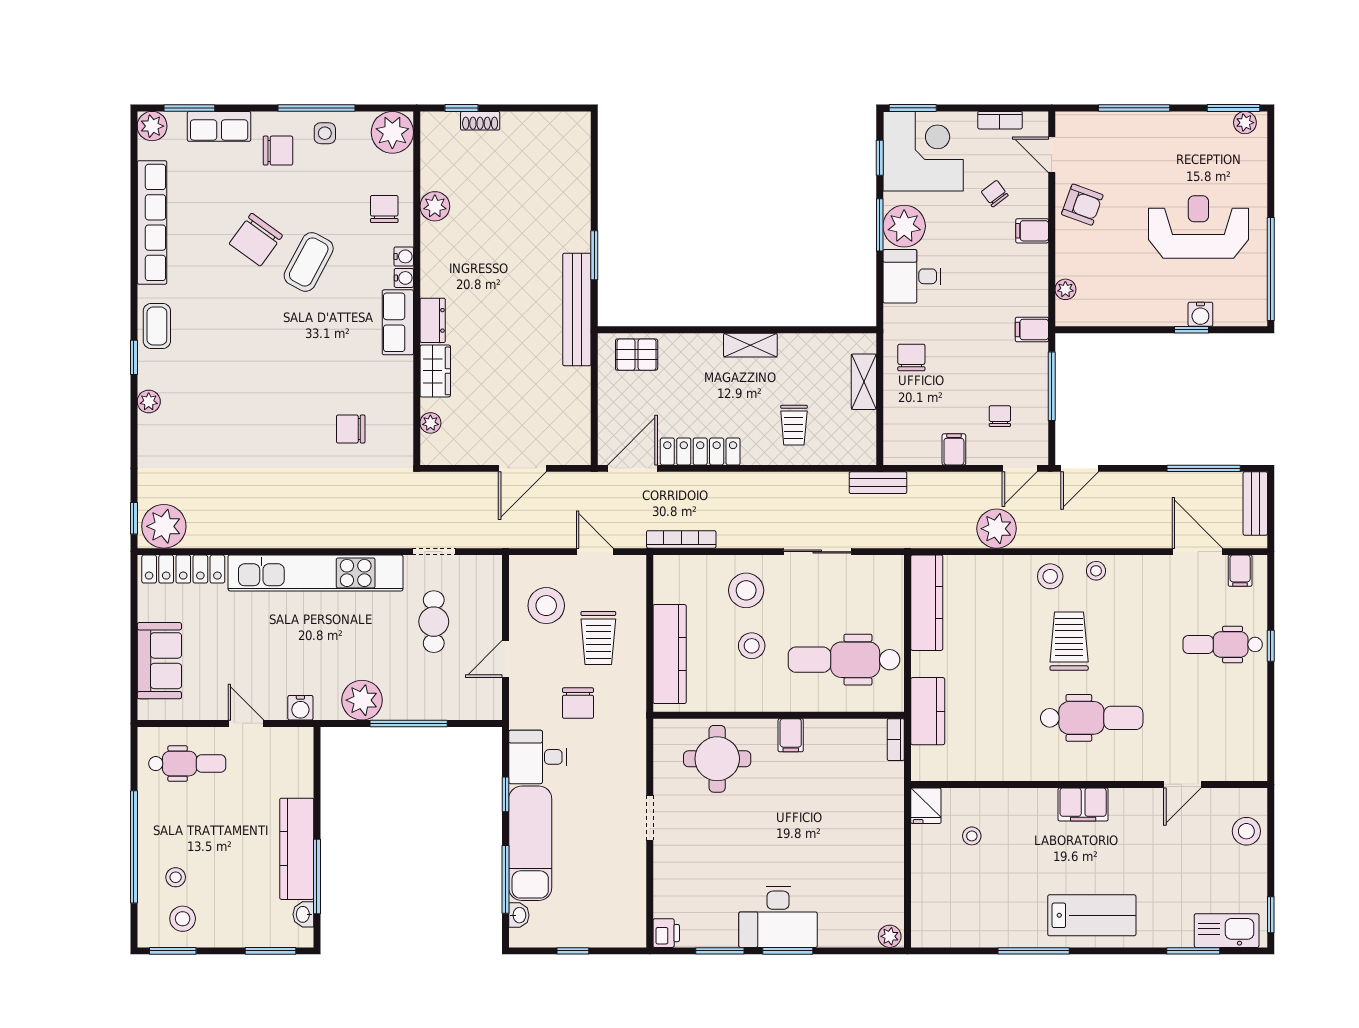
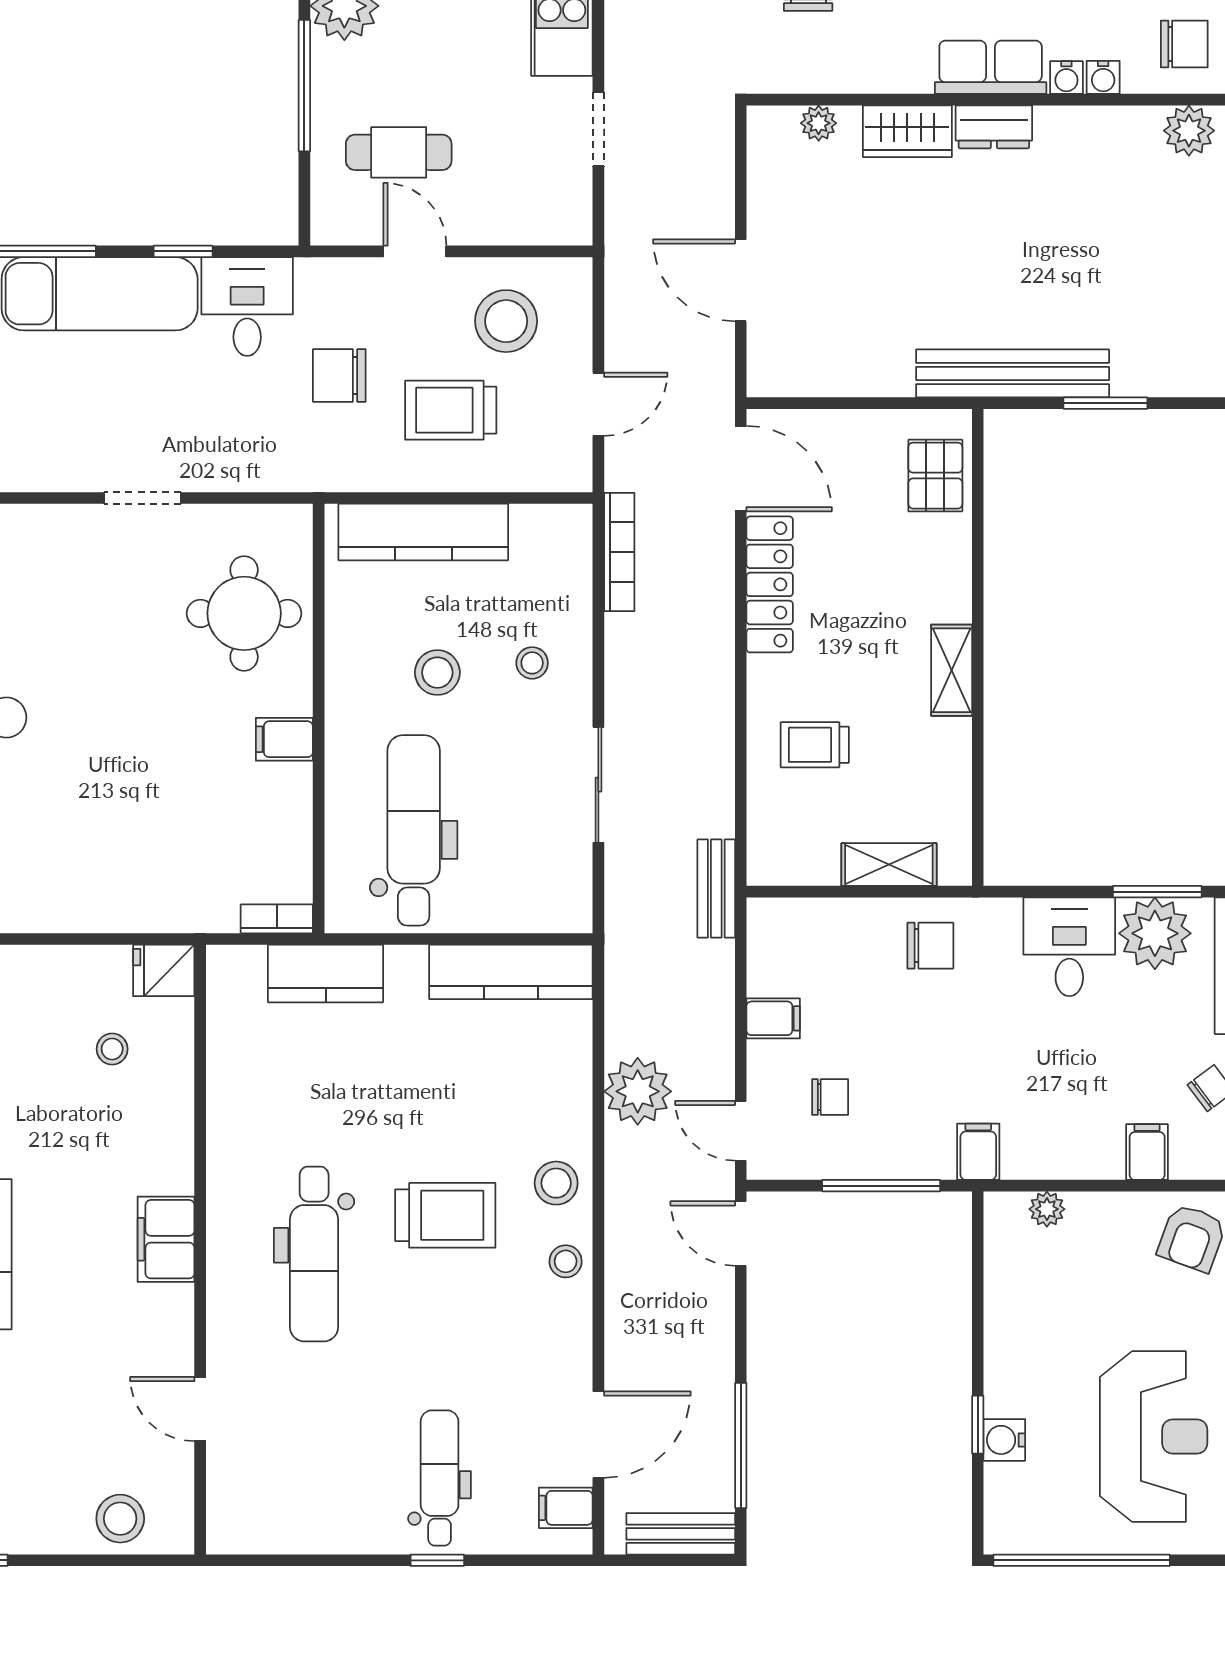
stool: (746, 590) -> (532, 663), width x0.53, depth x0.53
cafe table: (434, 622) -> (399, 152), moved

